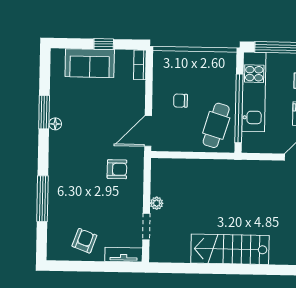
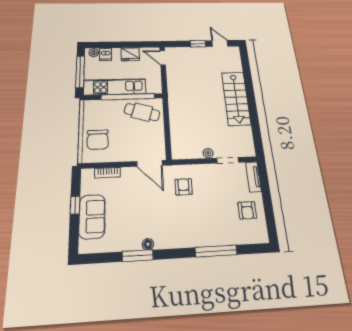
bookcase: (140, 65) -> (108, 173), moved
chair: (181, 101) -> (98, 140), moved, width x1.87, depth x1.87
armchair: (84, 241) -> (247, 210), turned -110

